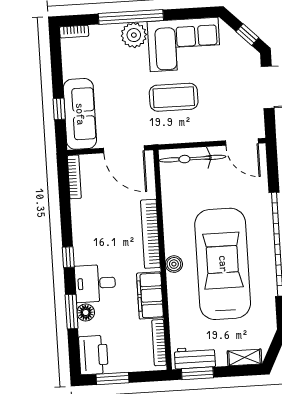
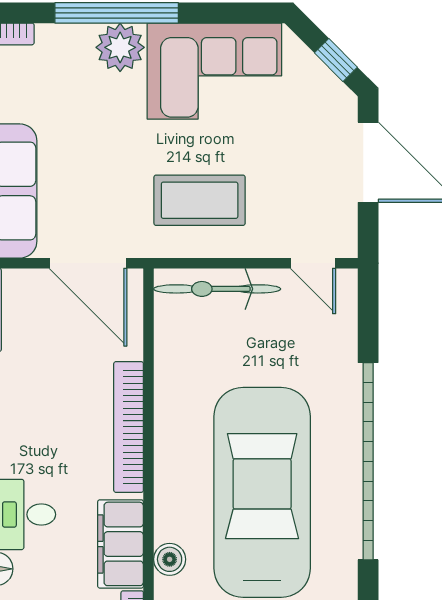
coffee table: (174, 97) -> (200, 200), moved
door: (242, 142) -> (313, 263), width x0.73
boiler: (174, 264) -> (170, 559), moved

